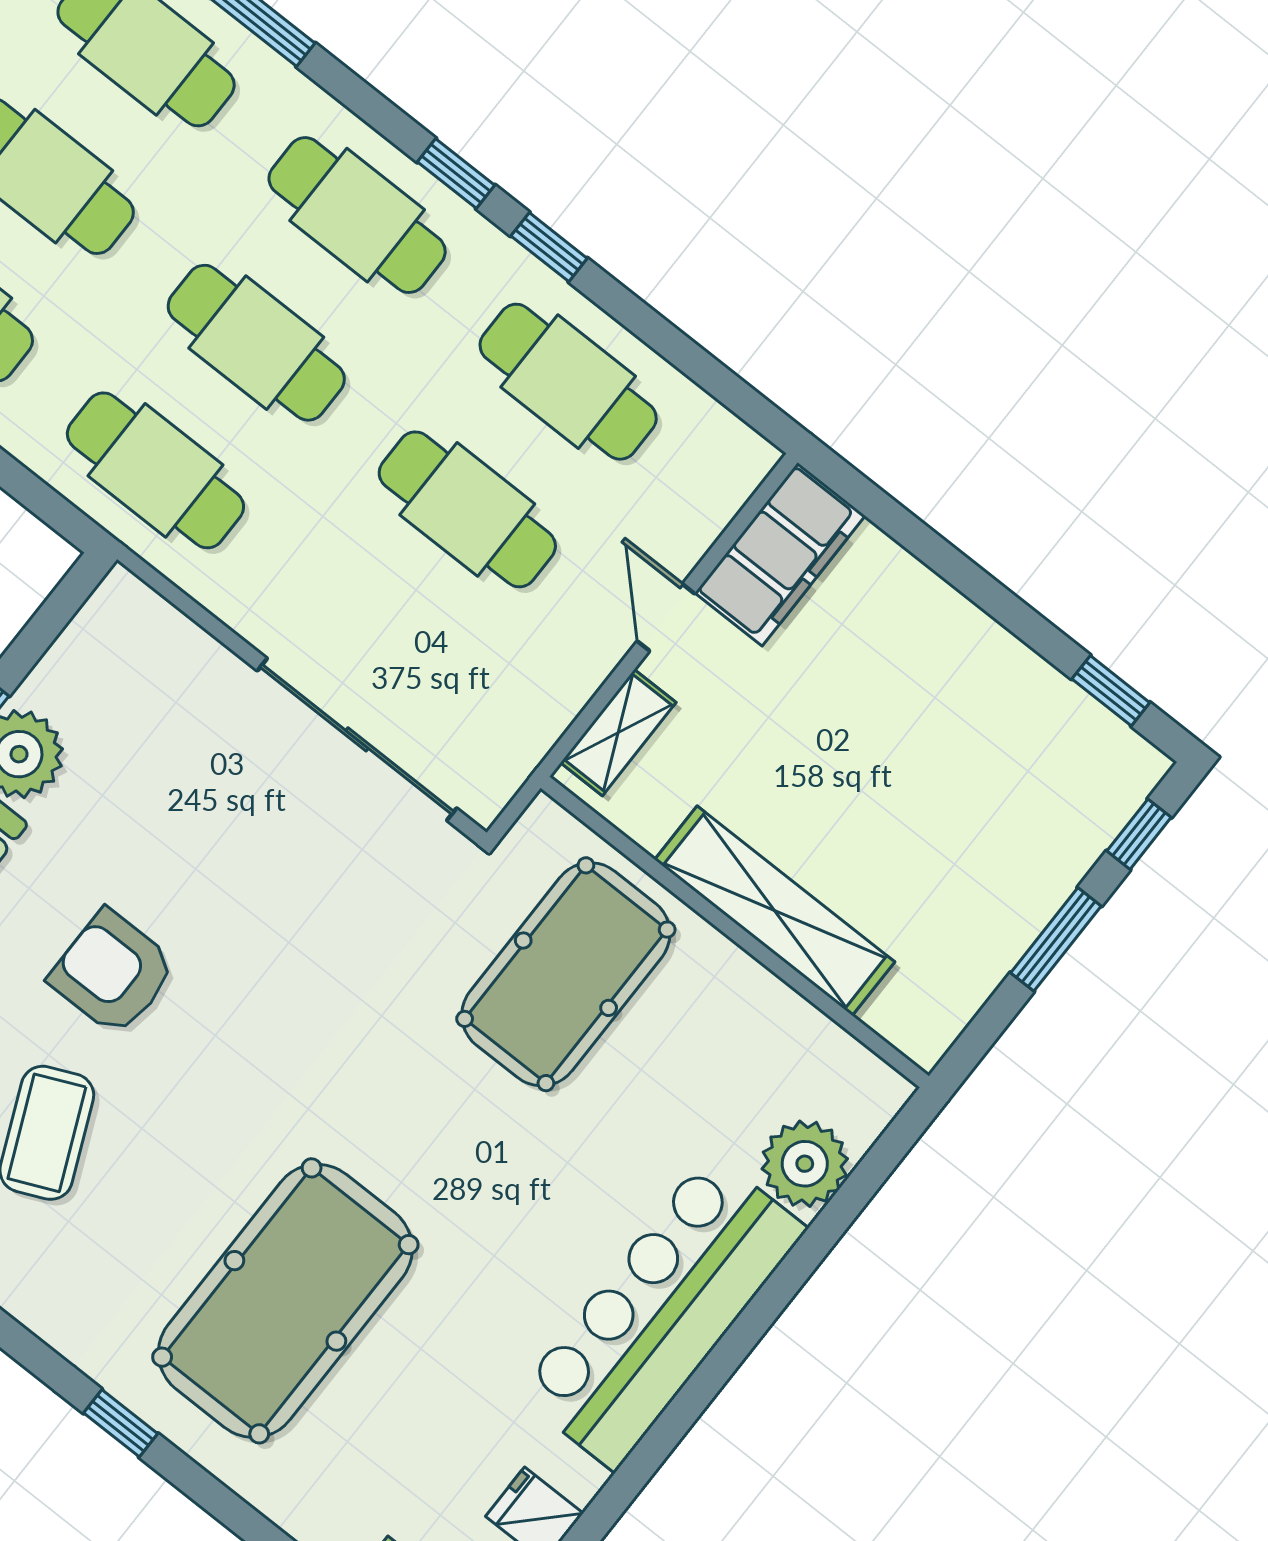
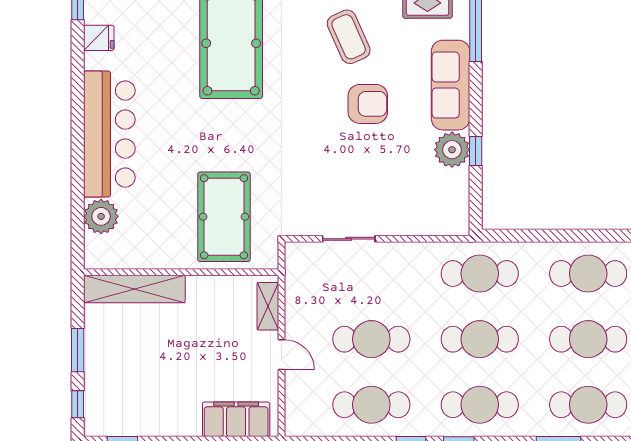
filing cabinet: (780, 554) -> (236, 419), moved, turned 90
sliding door: (357, 739) -> (349, 239), width x0.54
shelving: (775, 911) -> (134, 289), moved

